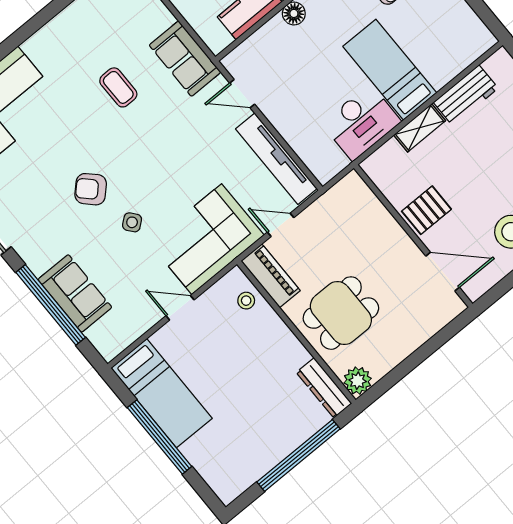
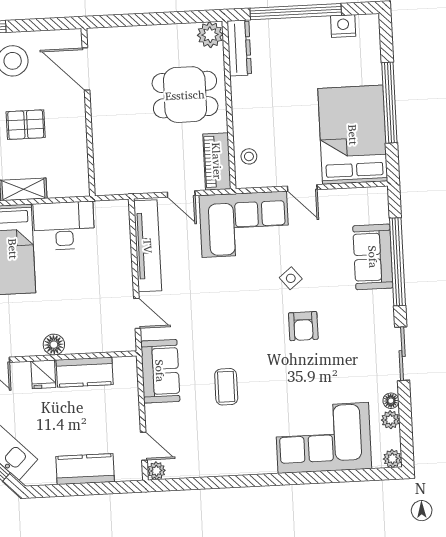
armchair: (91, 189) -> (303, 326), turned 45
pallet: (426, 210) -> (26, 125), moved
bed: (162, 393) -> (353, 135), width x1.50
nightstand: (248, 473) -> (343, 26), added

